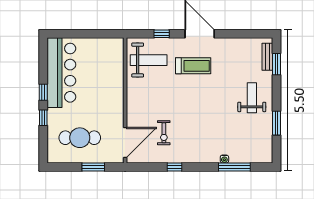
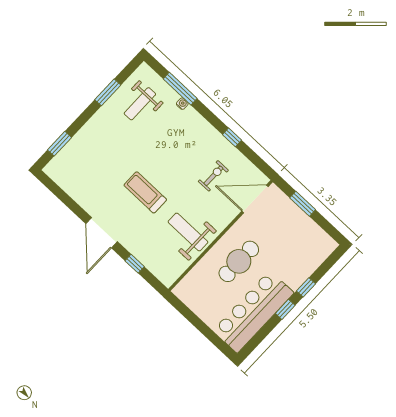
bench: (267, 57) -> (61, 157), removed
weight bench: (149, 60) -> (188, 232), moved
treadmill: (193, 66) -> (145, 192), moved
weight bench: (252, 98) -> (140, 104), moved
cafe table: (80, 138) -> (239, 261), moved, turned 90

